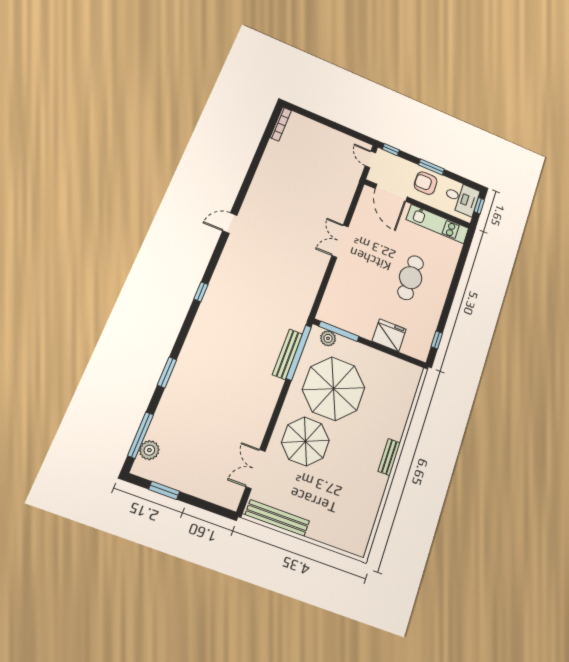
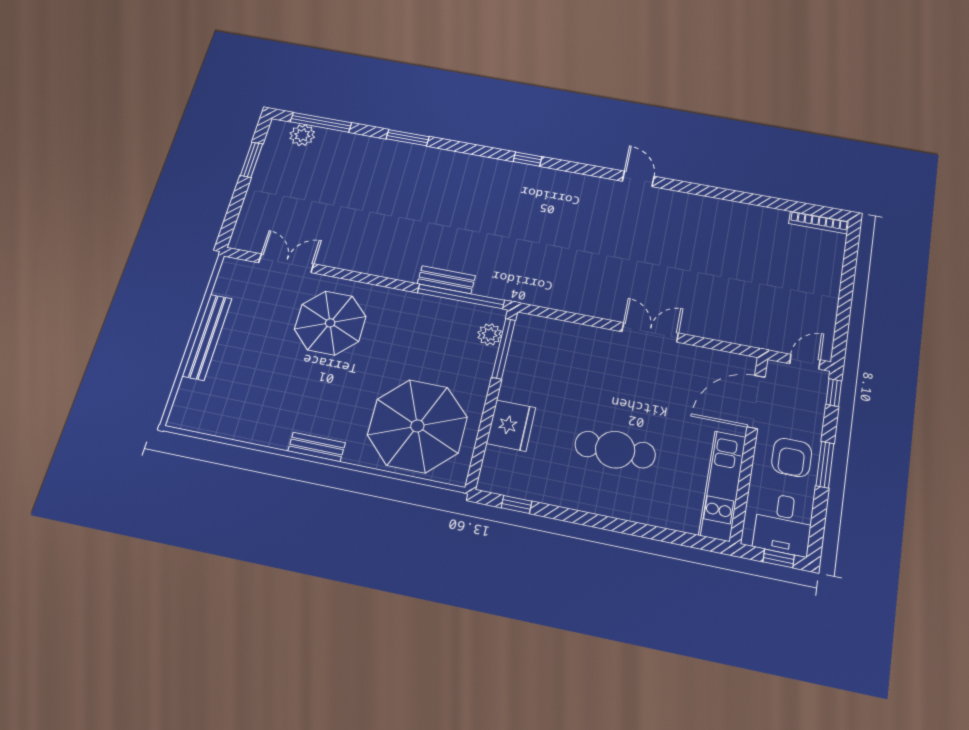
armchair: (426, 183) -> (792, 457), turned 180
bench: (287, 354) -> (446, 280), width x0.73
parasol: (334, 389) -> (417, 426), moved
bench: (277, 518) -> (207, 337), moved

